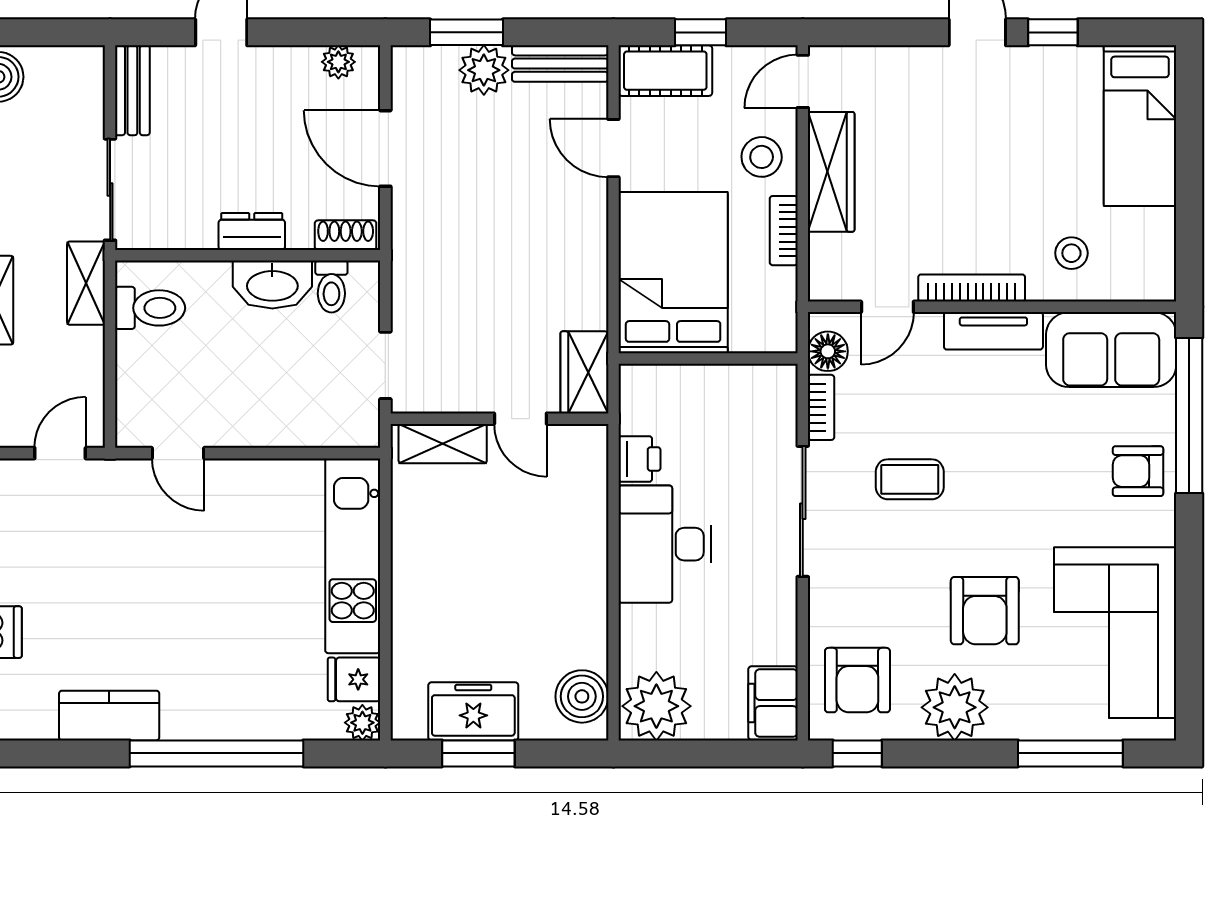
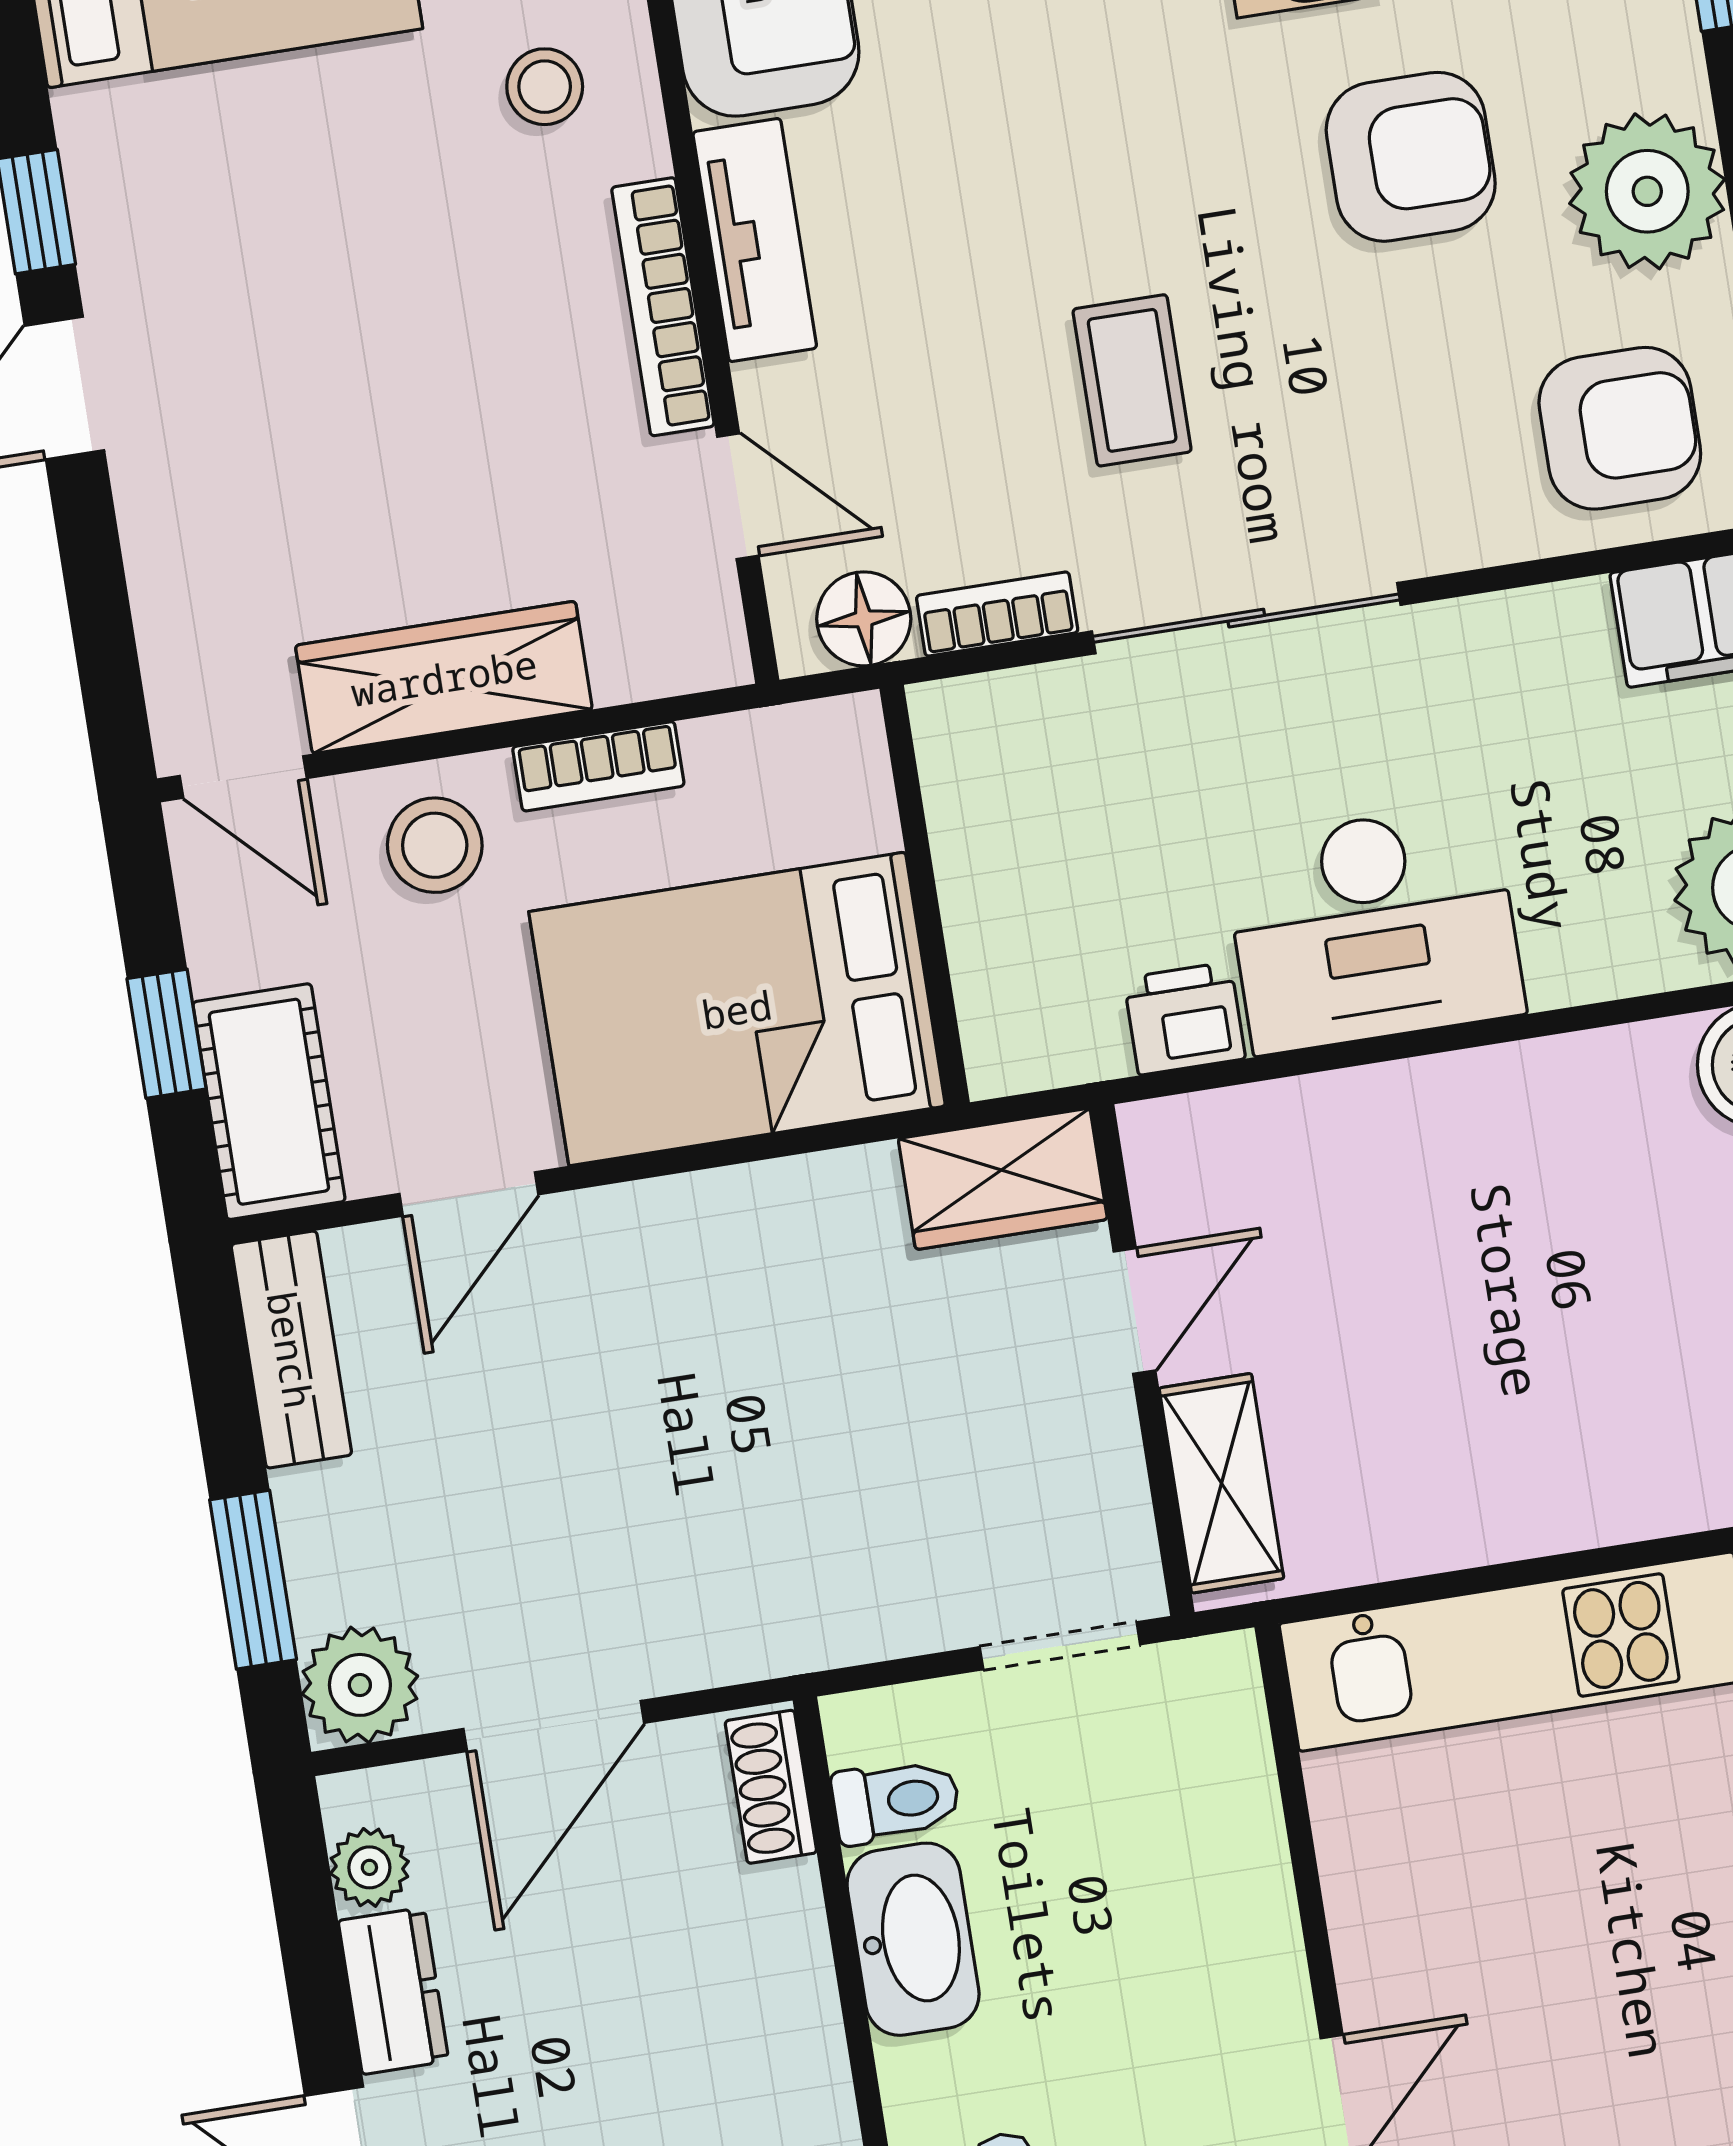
plant: (484, 70) -> (360, 1685), moved
dresser: (252, 231) -> (393, 1991), moved, turned 180

